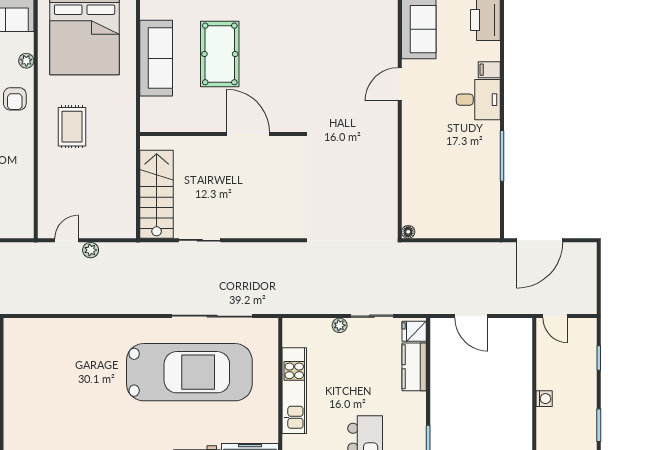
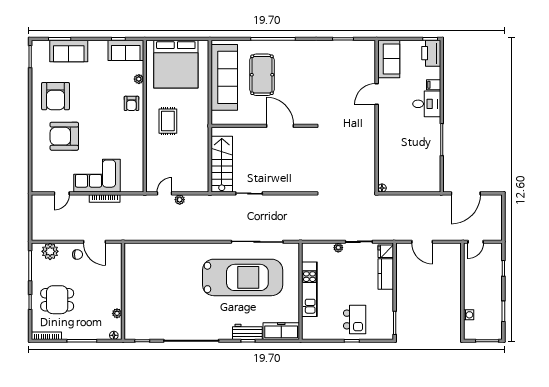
sofa: (156, 58) -> (224, 77), width x1.36, depth x1.27
door: (555, 316) -> (476, 242), hinge flipped
washing machine: (544, 399) -> (469, 315), moved

